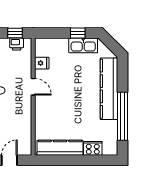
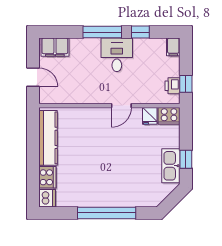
cooker: (42, 47) -> (169, 116), added
kitchen counter: (109, 89) -> (119, 197), removed
window: (122, 116) -> (107, 213), moved
dishwasher: (110, 148) -> (47, 198), added

